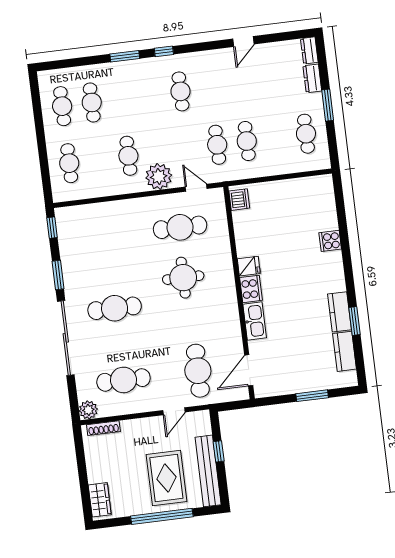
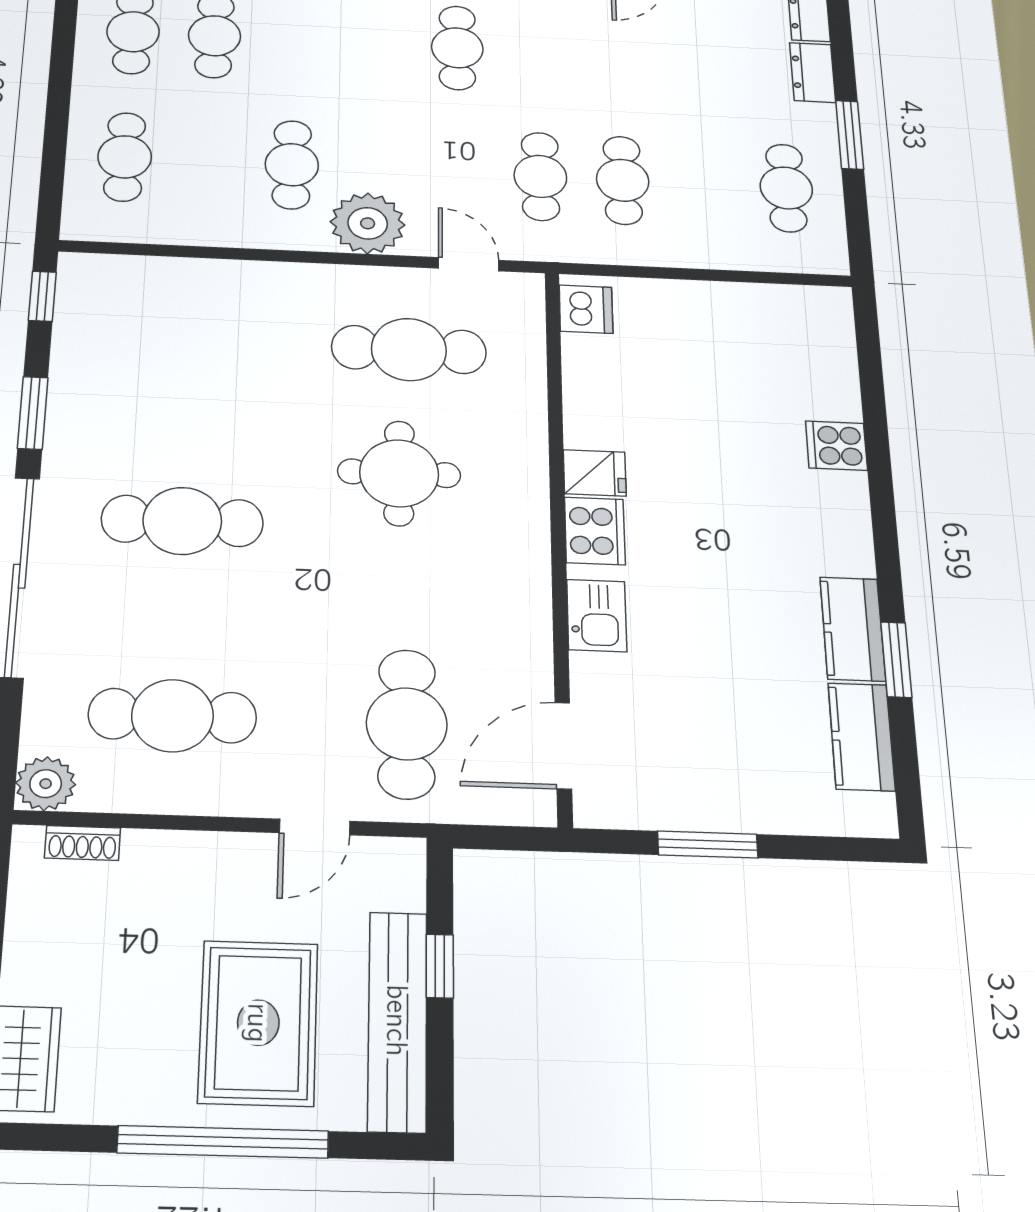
kitchen sink: (255, 321) -> (597, 616), width x0.73
window: (312, 396) -> (708, 845), moved
shoe rack: (103, 428) -> (83, 843), width x0.70

